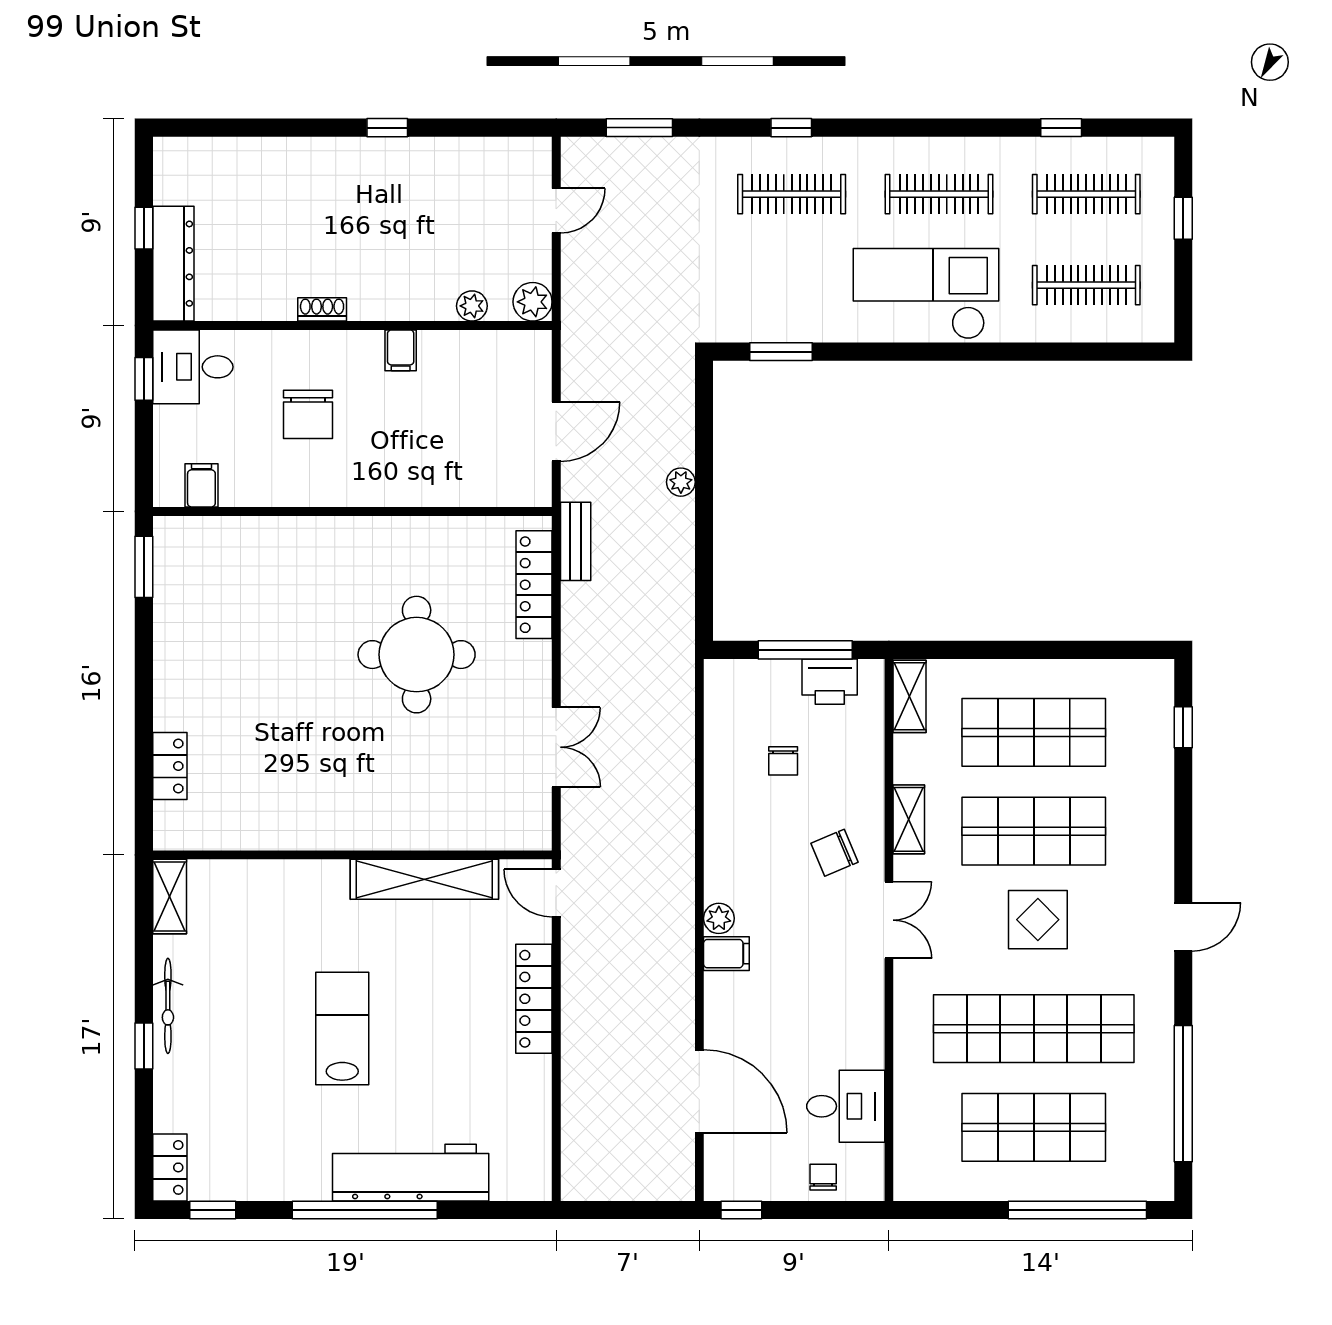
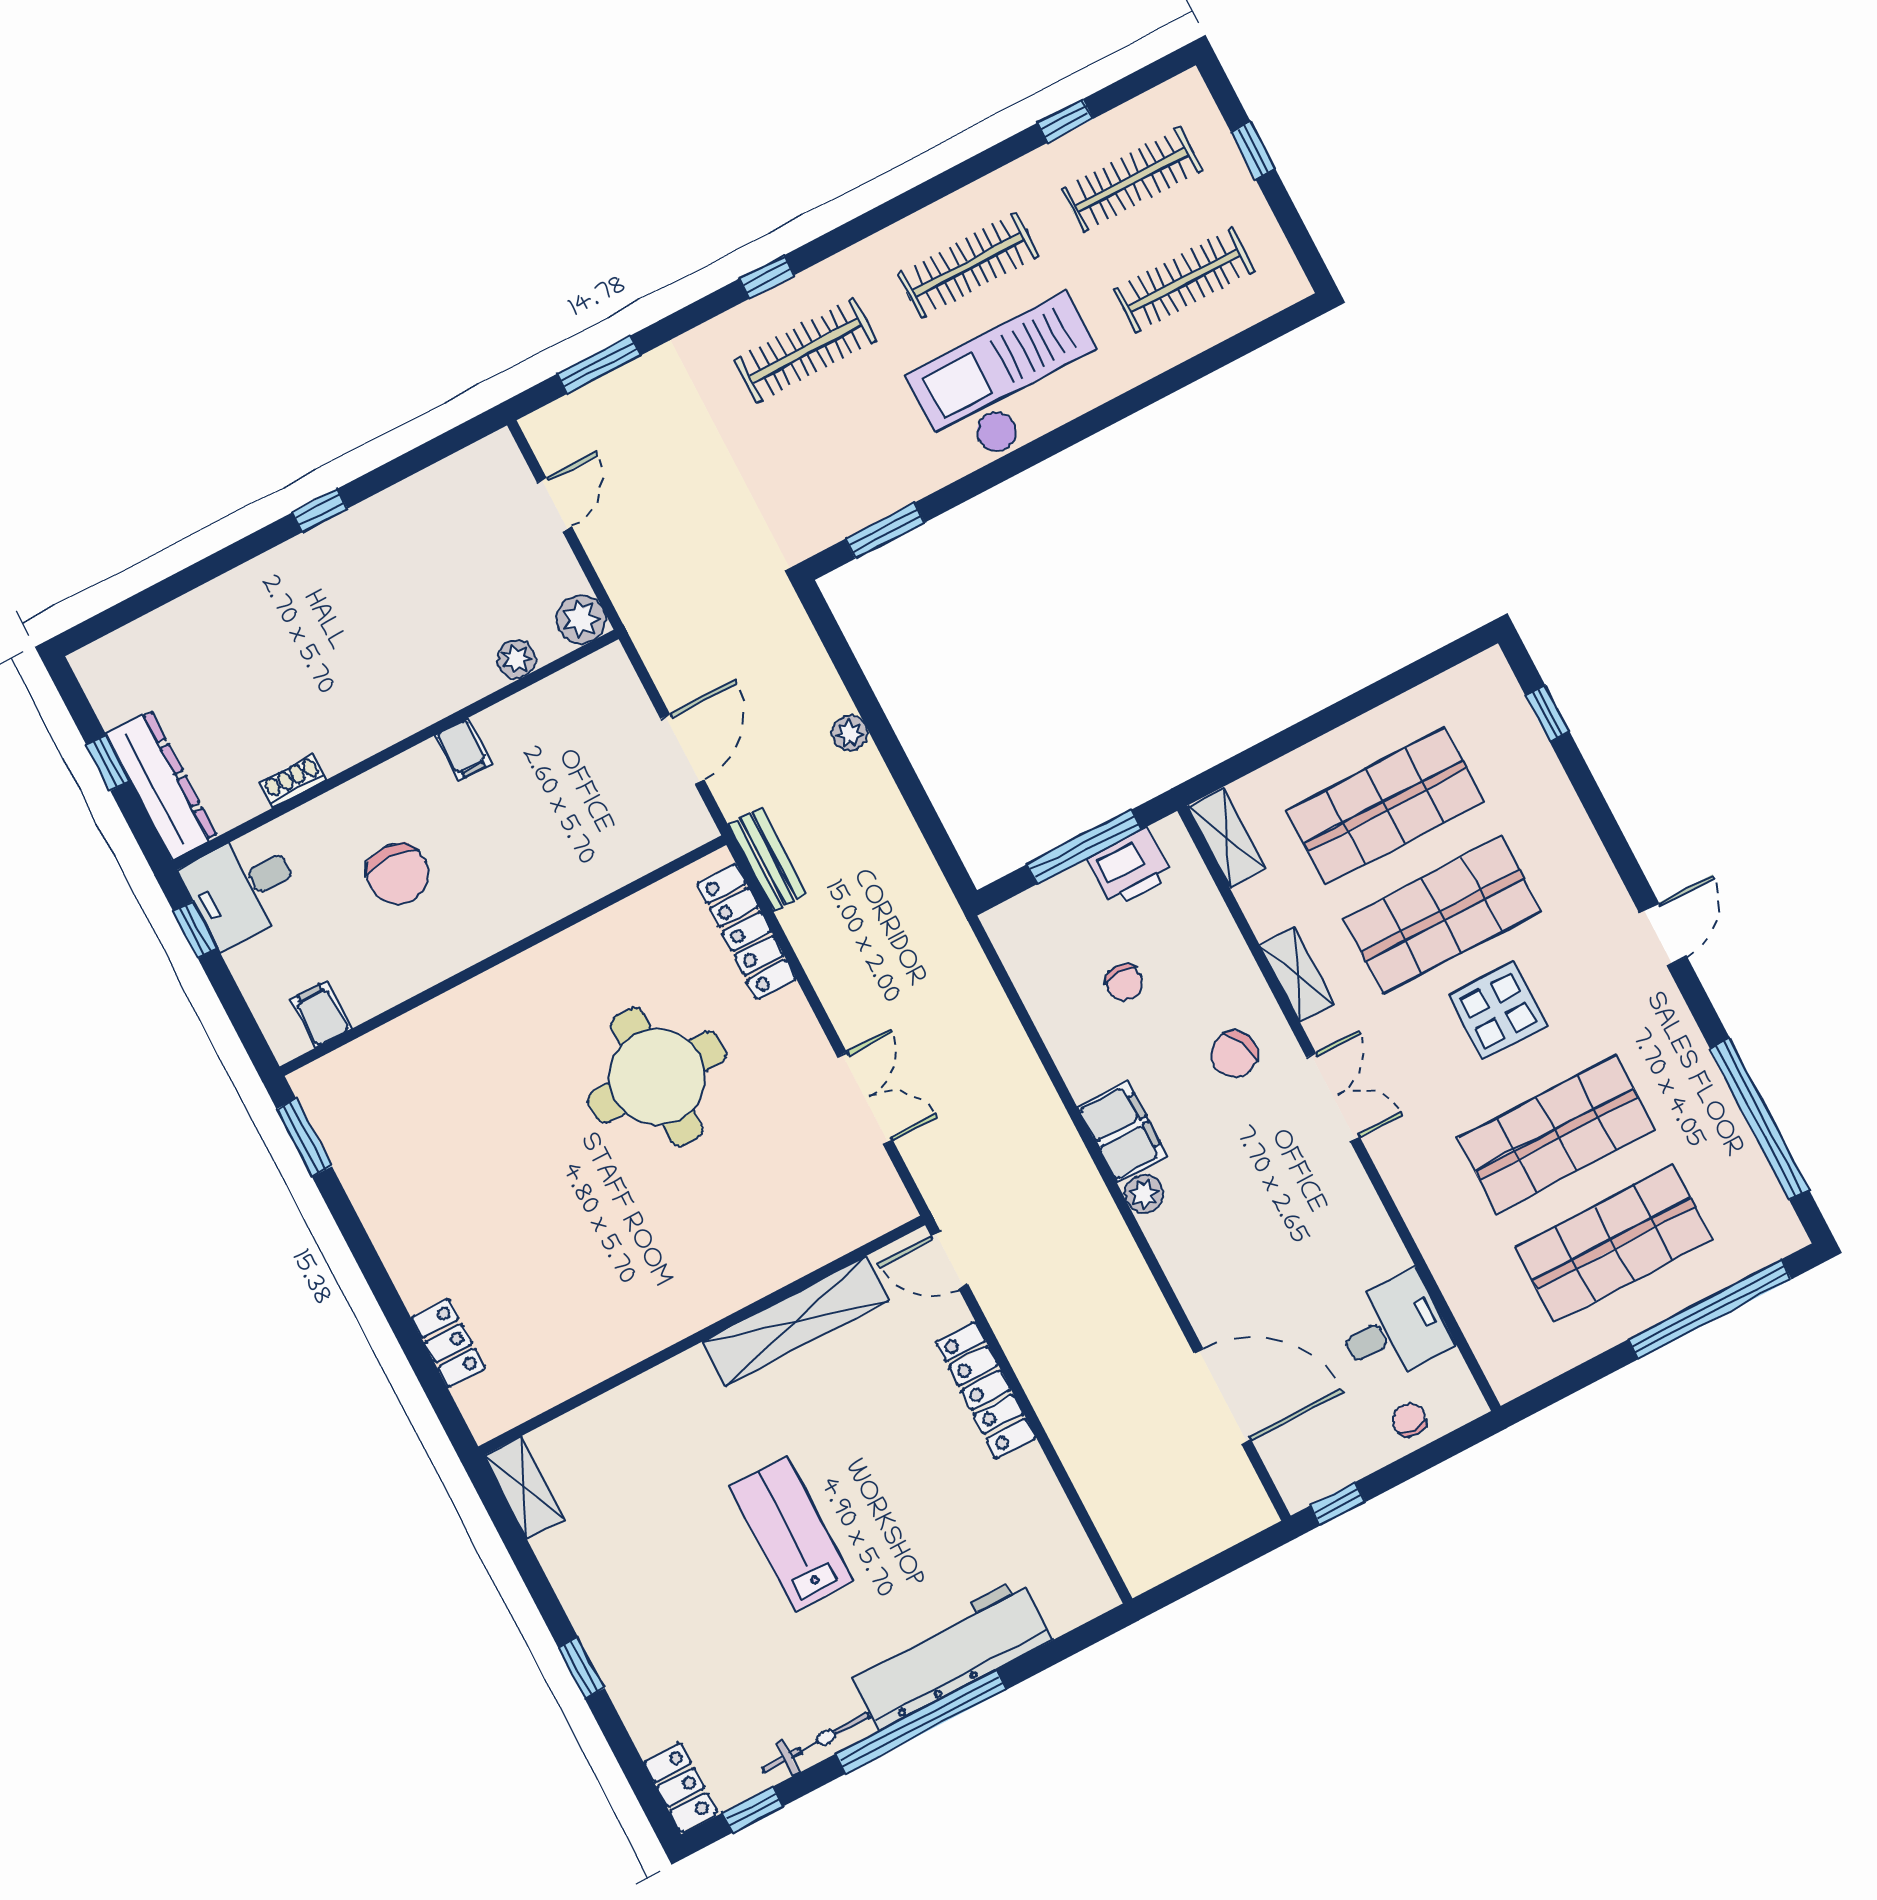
shoe rack: (322, 309) -> (293, 781), moved
filing cabinet: (726, 954) -> (1122, 1132), moved, width x2.00
bicycle: (168, 1006) -> (816, 1743), moved, turned -90
shop shelf: (1034, 1029) -> (1556, 1134), width x0.71

